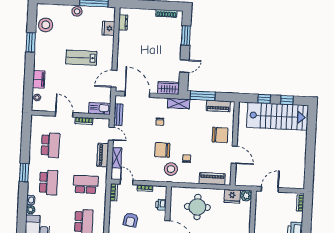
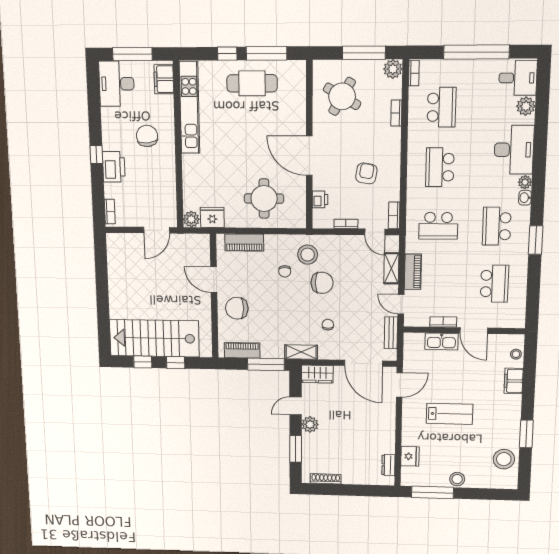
plant: (175, 53) -> (310, 424), added
kitchen sink: (100, 108) -> (441, 341), moved
school desk: (50, 145) -> (494, 284), turned 180

